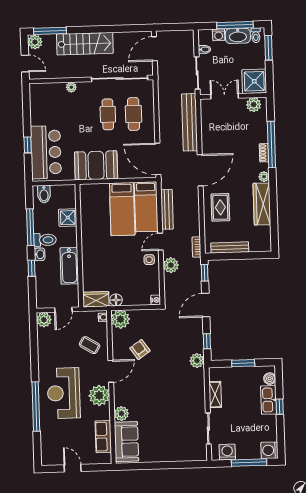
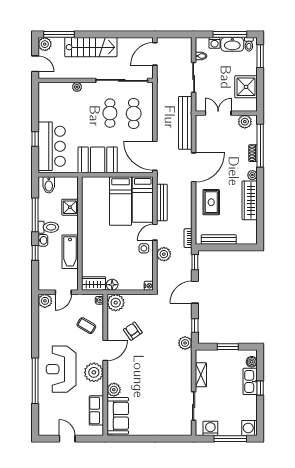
double door: (225, 96) -> (218, 113), moved
wall: (233, 96) -> (226, 113), moved
plant: (254, 105) -> (245, 122), moved

